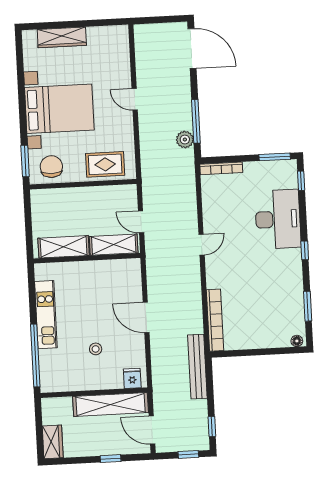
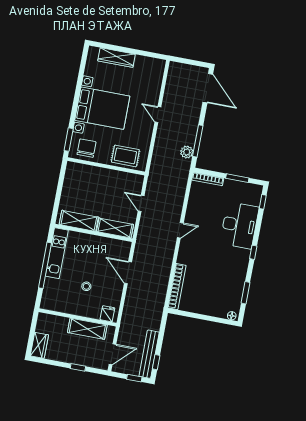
window: (275, 157) -> (237, 178), moved
shelving: (114, 245) -> (115, 228), moved
shelving: (64, 247) -> (79, 221), moved
wall: (87, 258) -> (94, 233), moved
window: (35, 356) -> (45, 265), moved
bench: (197, 367) -> (149, 354), moved
shelving: (111, 405) -> (87, 329), width x0.68
door: (152, 430) -> (113, 354), swing flipped

